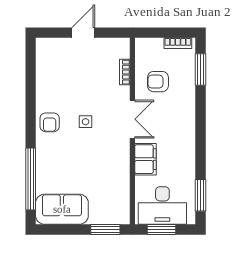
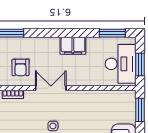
filing cabinet: (145, 159) -> (73, 46), moved, turned 180

